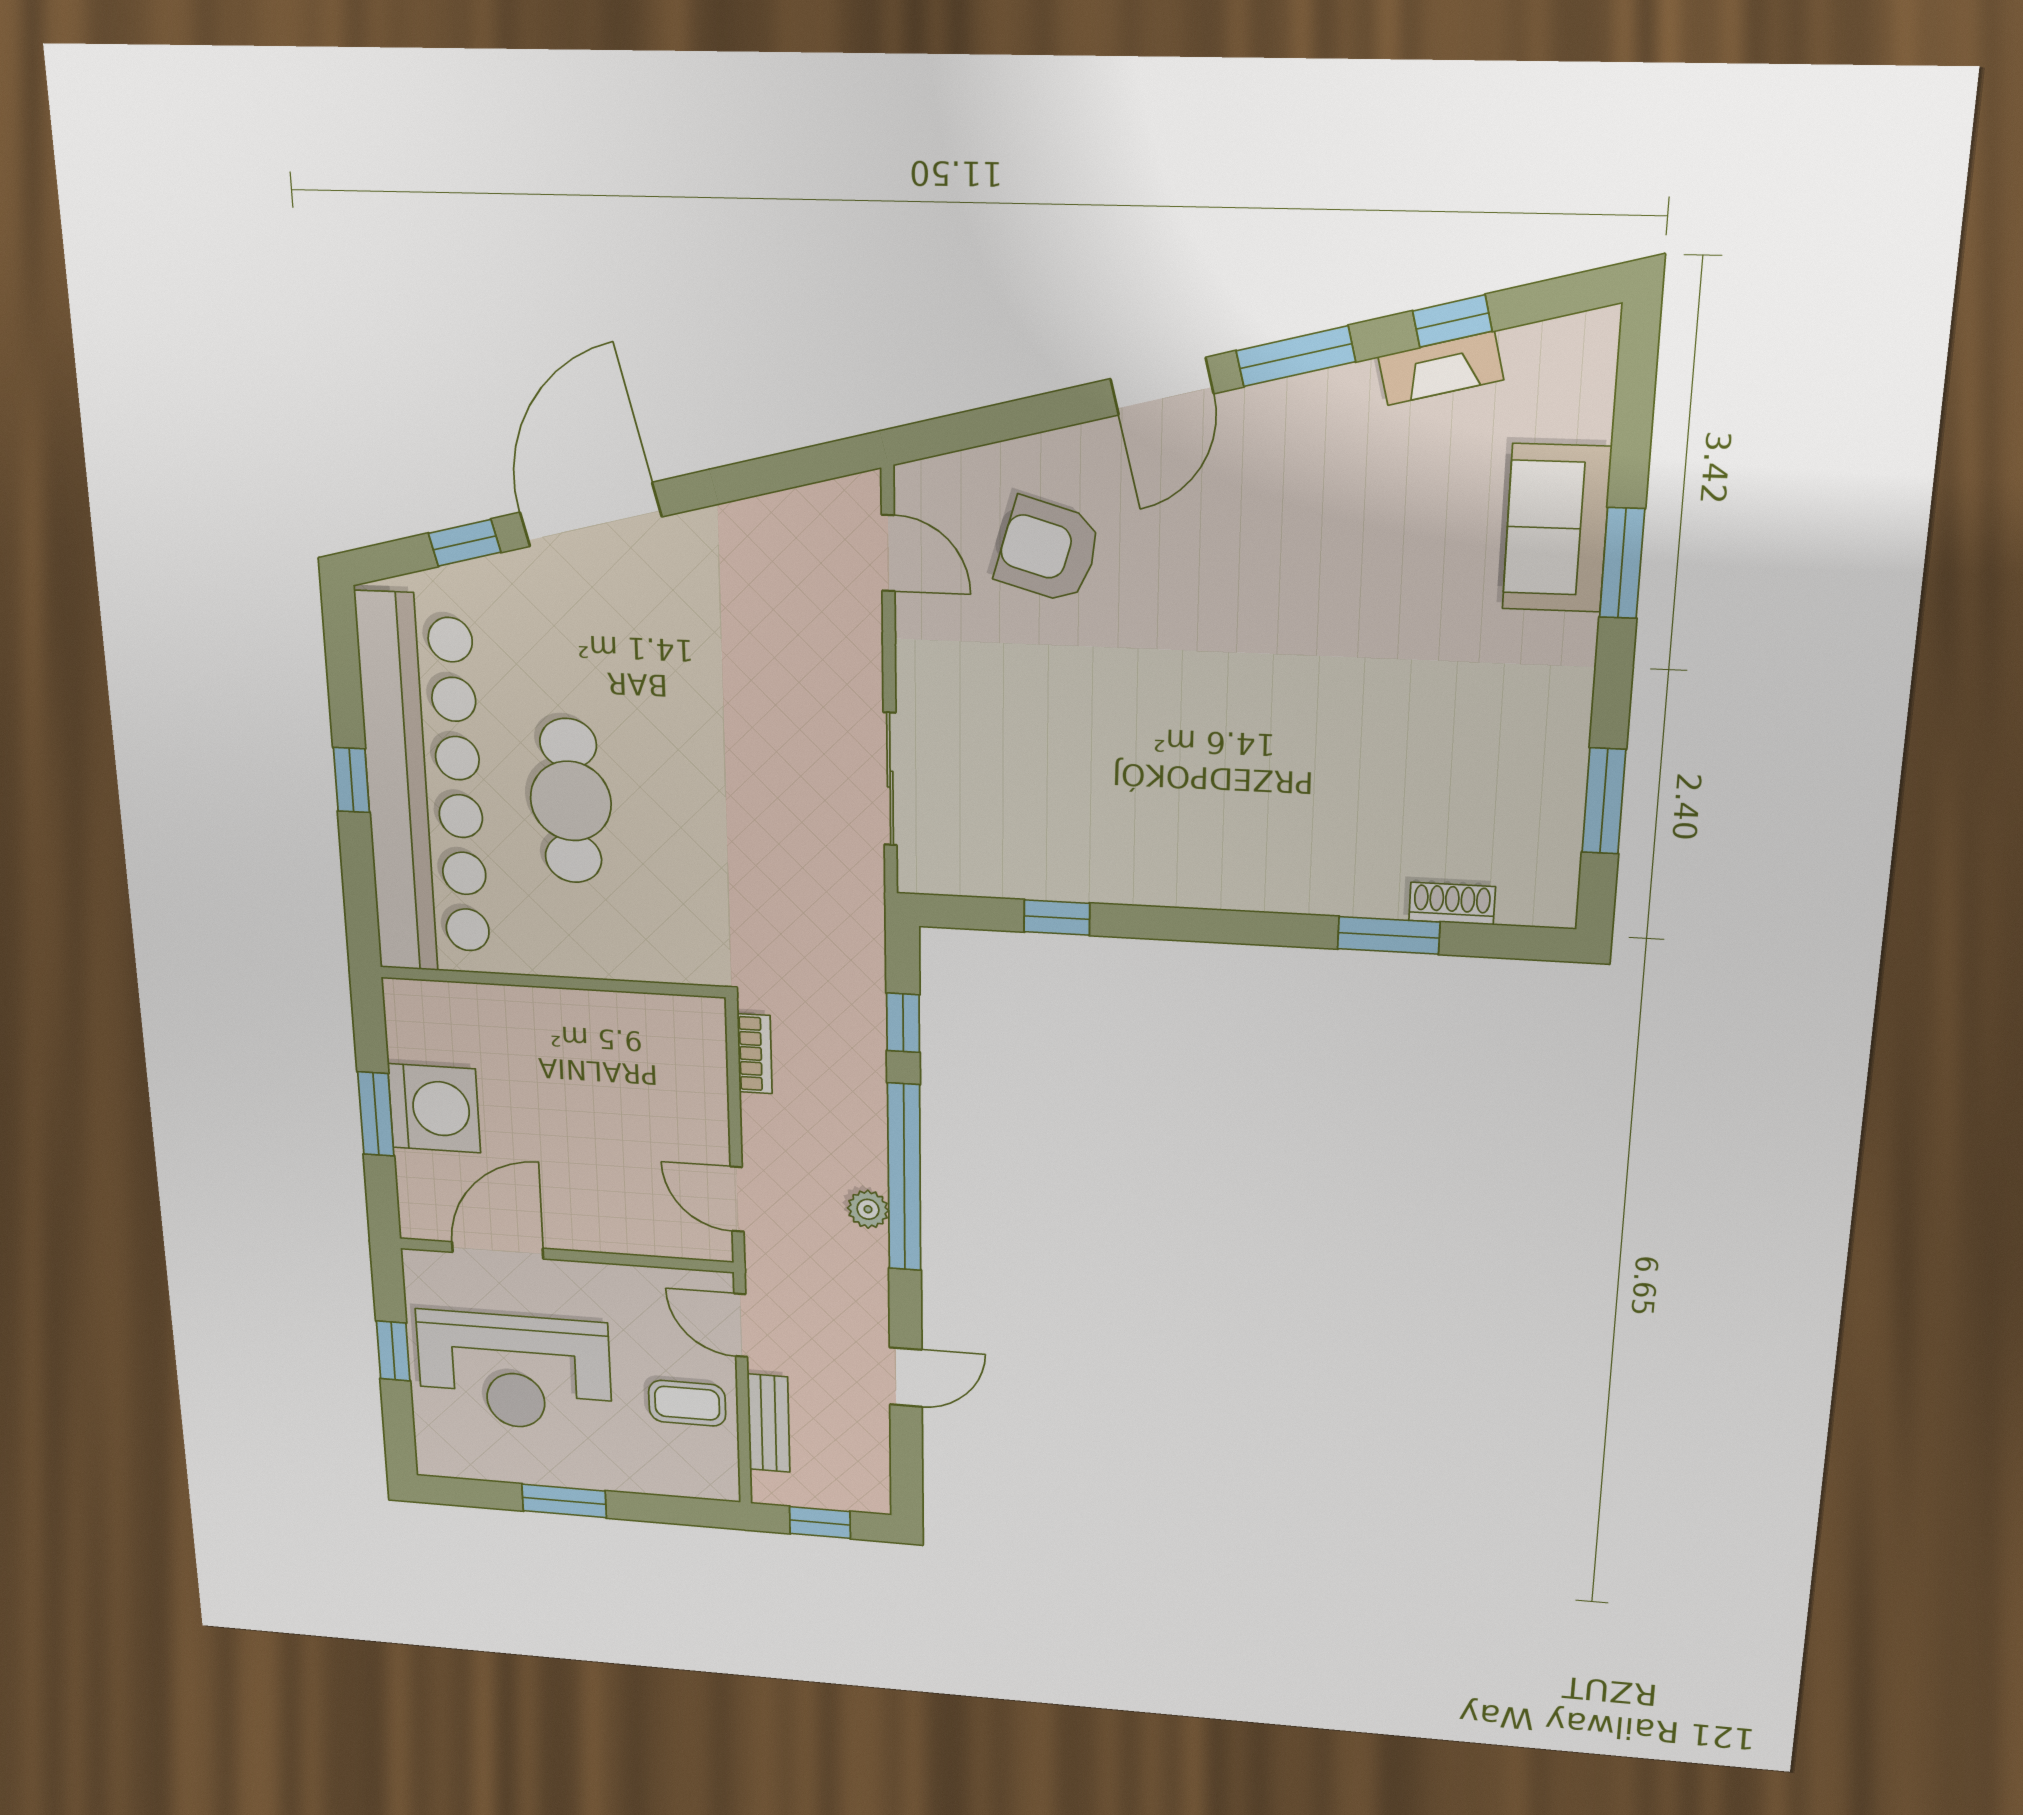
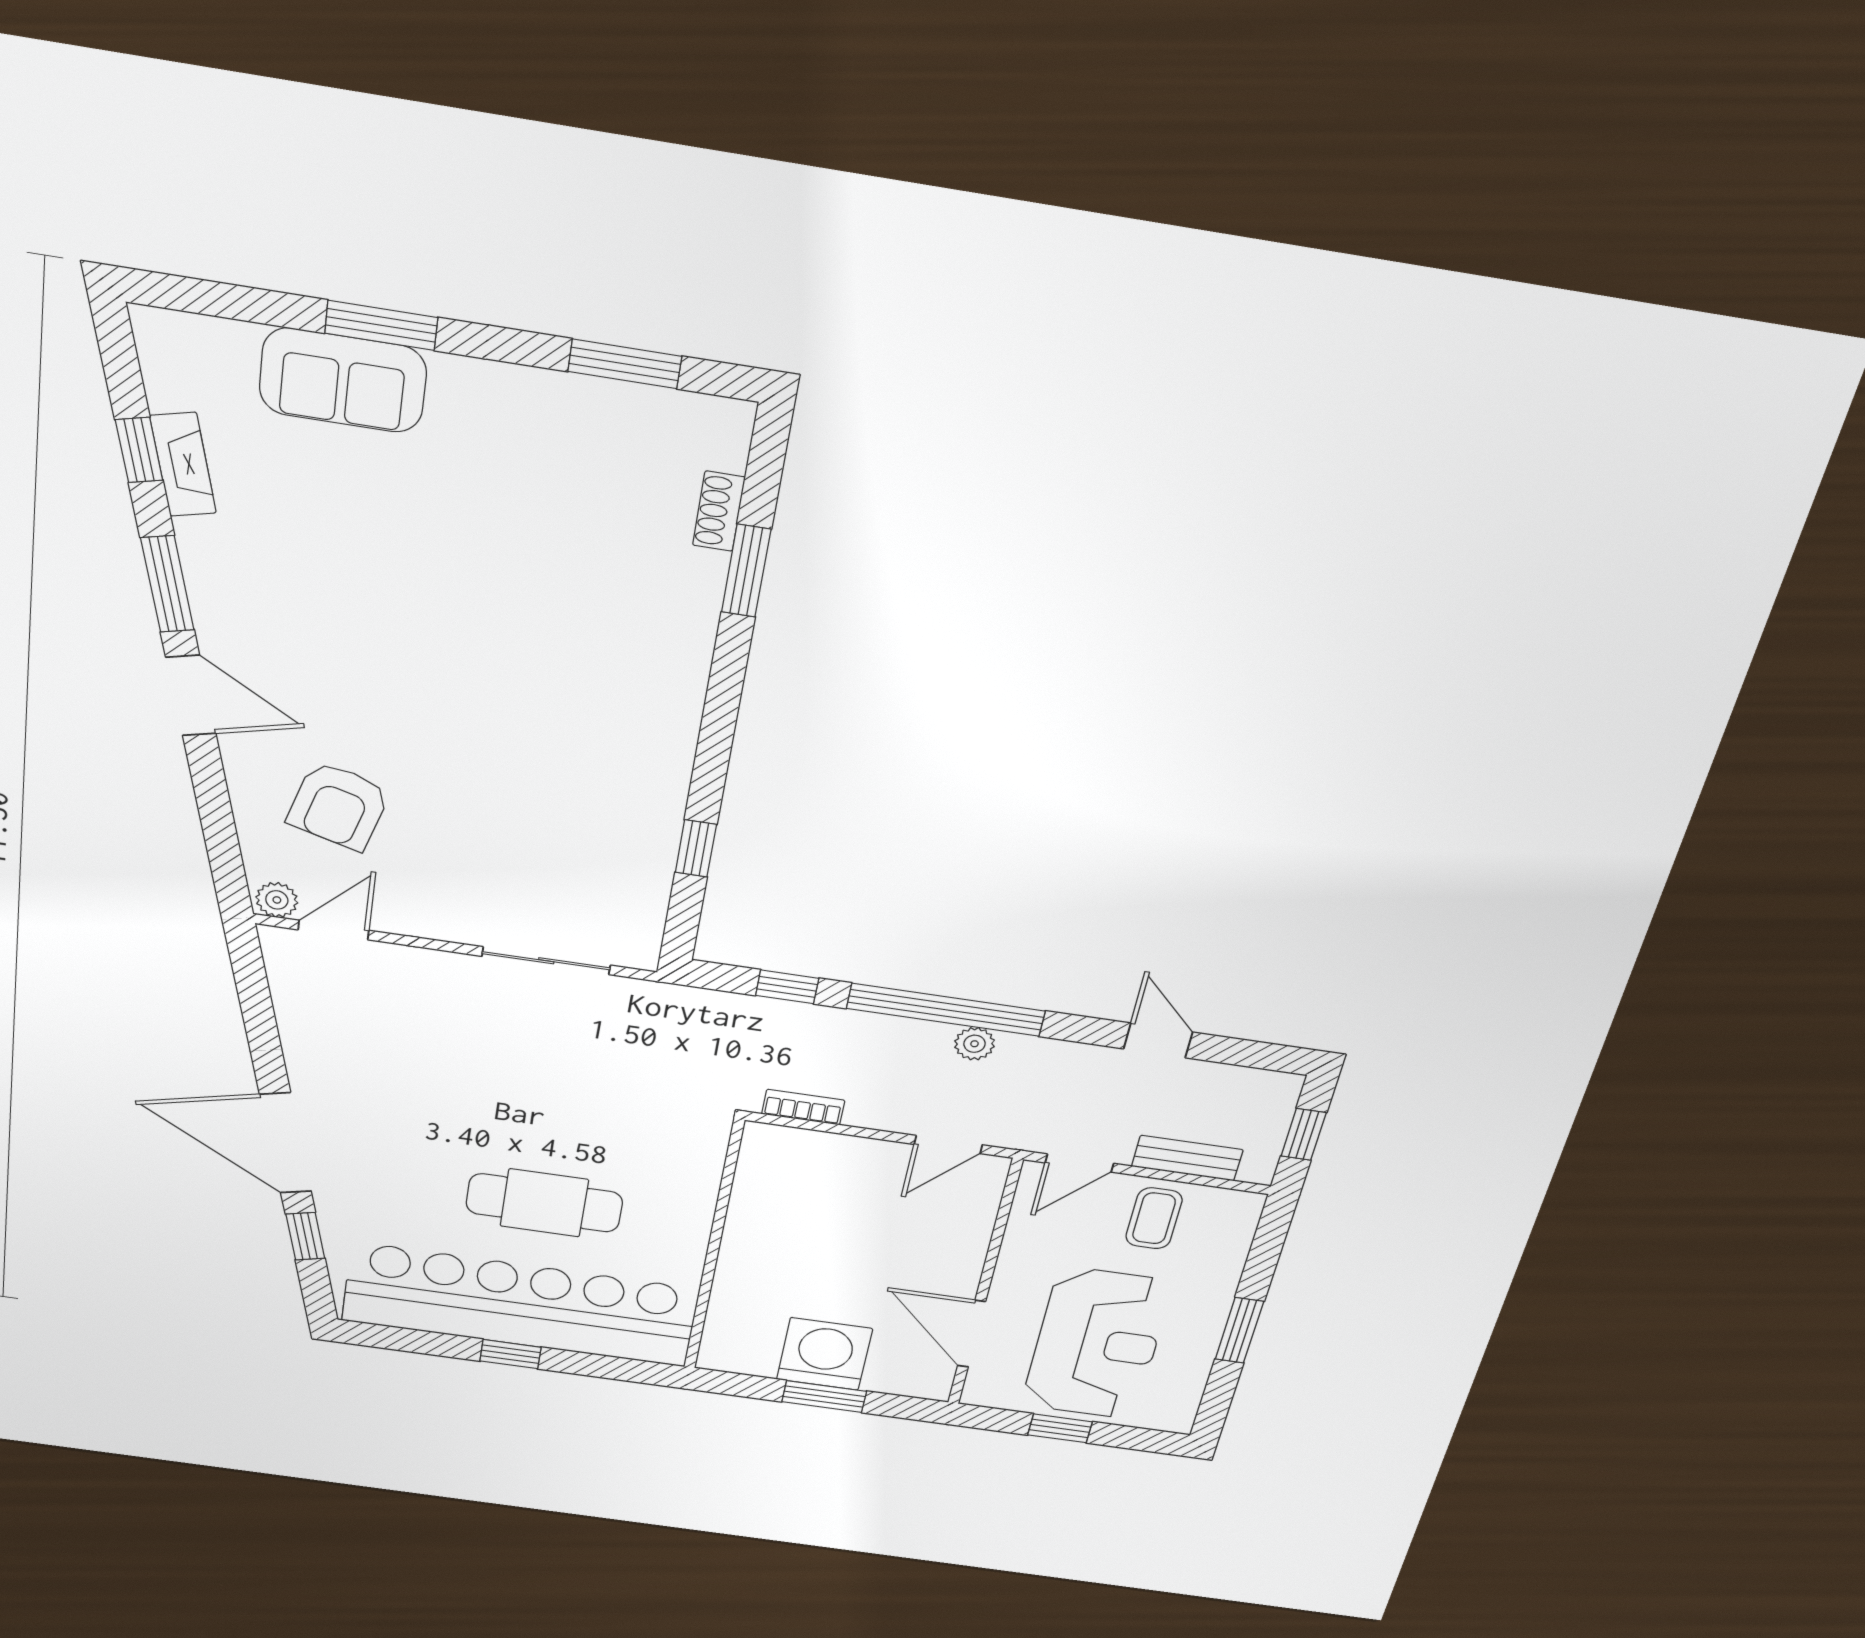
plant: (916, 490) -> (277, 900), added

